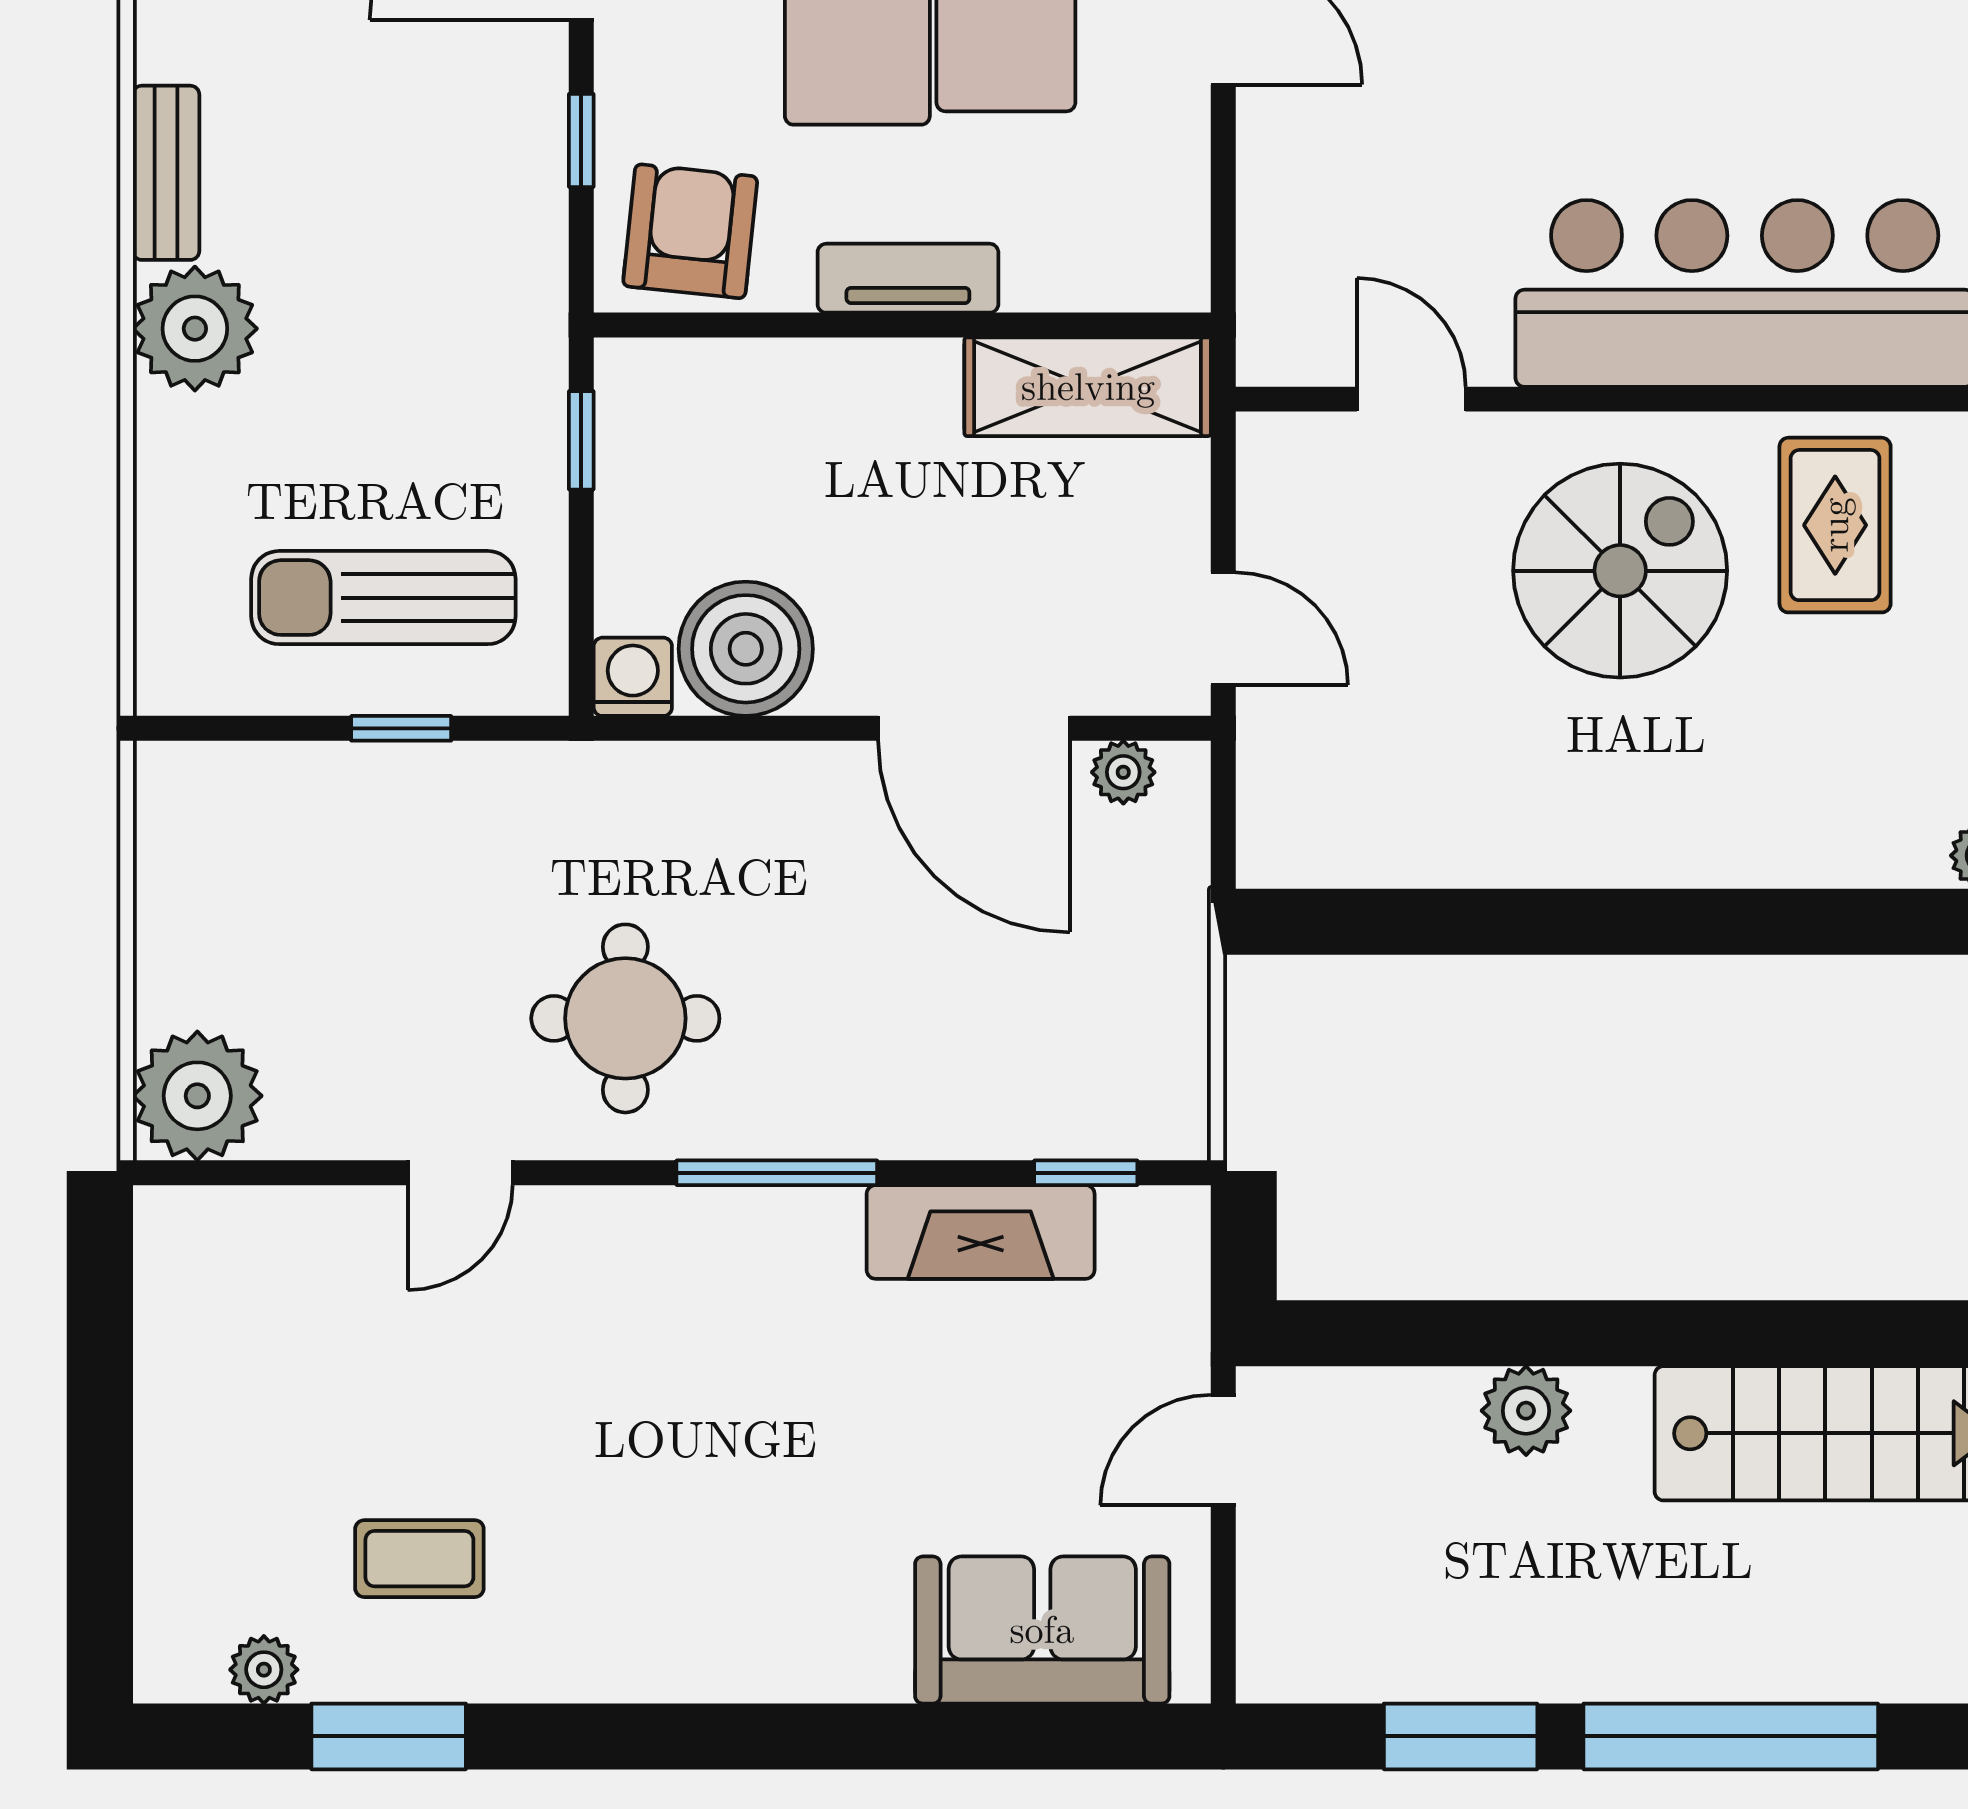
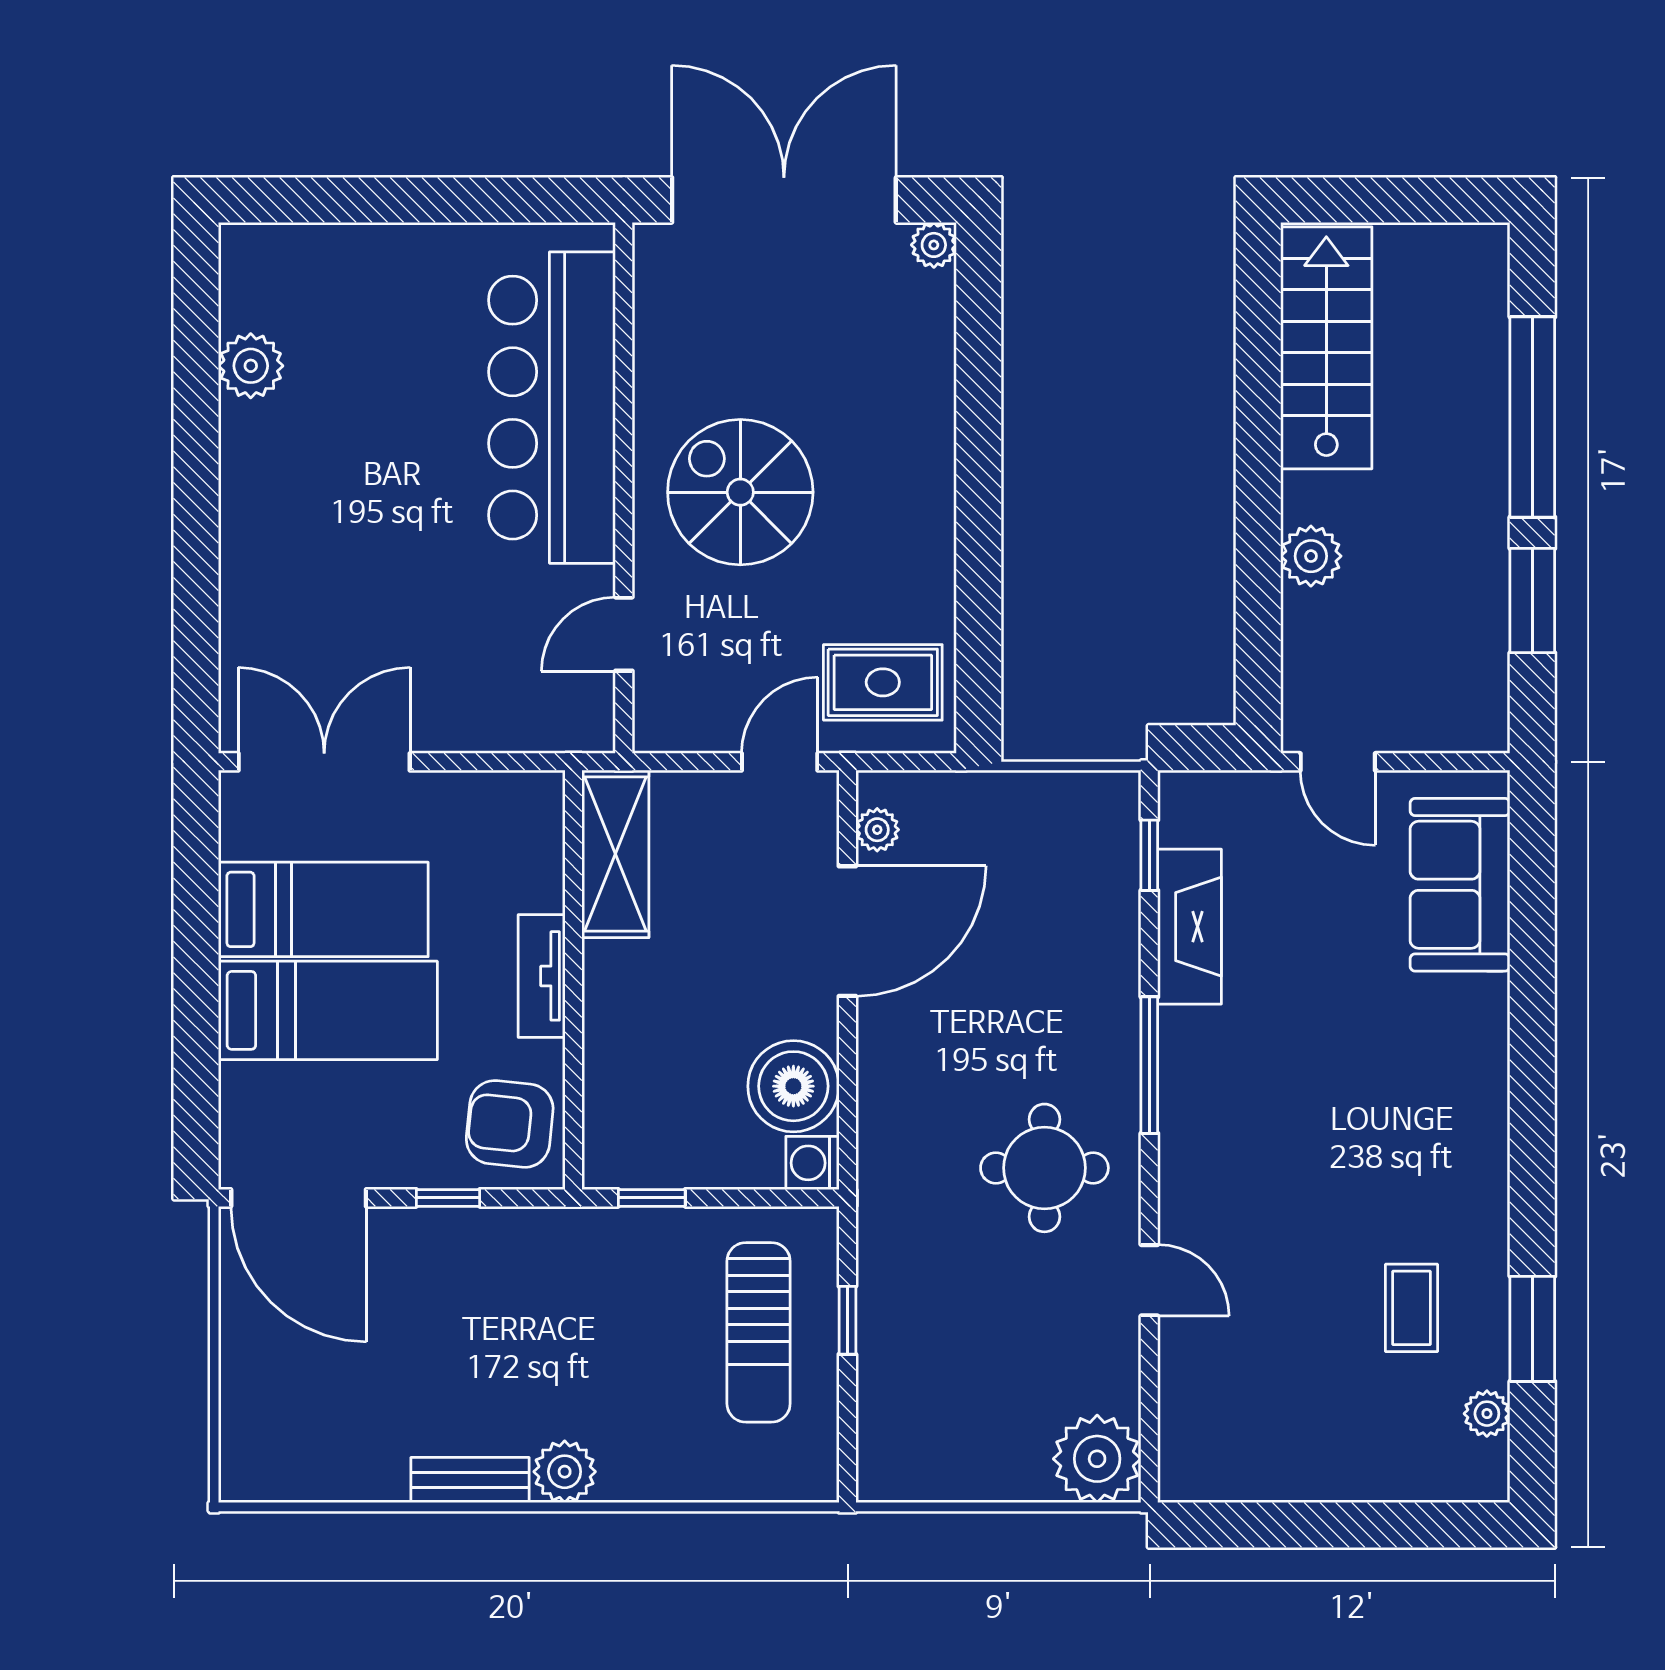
plant: (195, 329) -> (565, 1472), width x0.73, depth x0.73
rug: (1835, 525) -> (883, 682), moved

